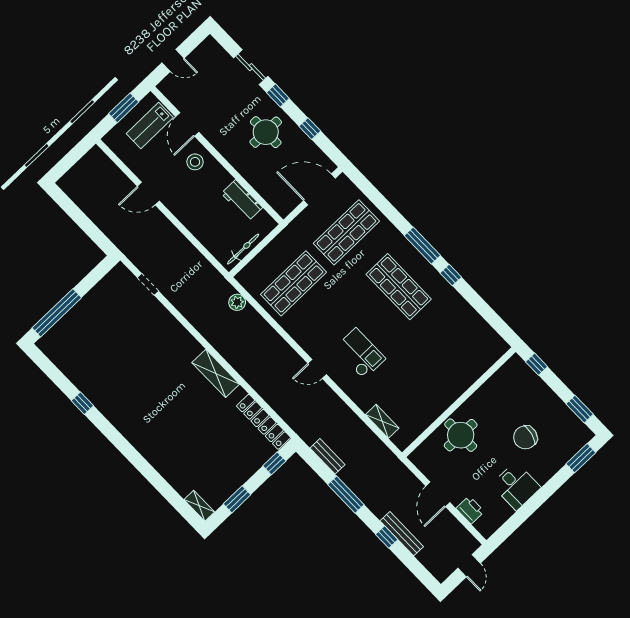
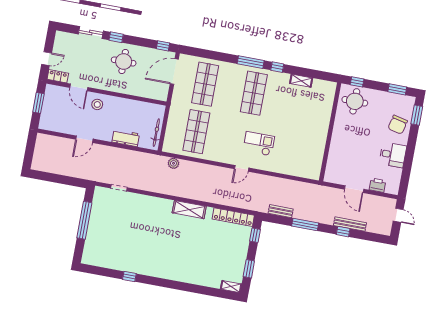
locker: (171, 92) -> (58, 76), added
lab bench: (150, 126) -> (59, 102), removed
window: (310, 129) -> (163, 46), moved
workbench: (242, 200) -> (126, 138), moved, turned 180
shop shelf: (399, 287) -> (254, 93), turned 90
window: (57, 313) -> (84, 220), moved
shelving: (382, 421) -> (301, 81), moved
round table: (461, 435) -> (355, 101), moved
chair: (525, 437) -> (398, 125), moved

